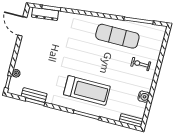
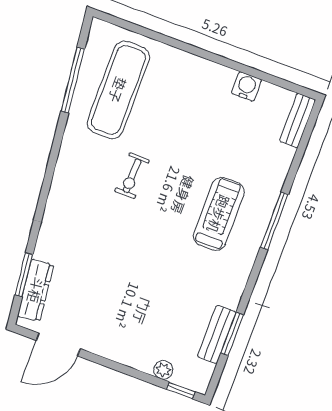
exercise mat: (117, 36) -> (118, 90), moved
exercise bike: (141, 64) -> (132, 176), moved
treadmill: (87, 90) -> (219, 214), width x0.73, depth x0.73

